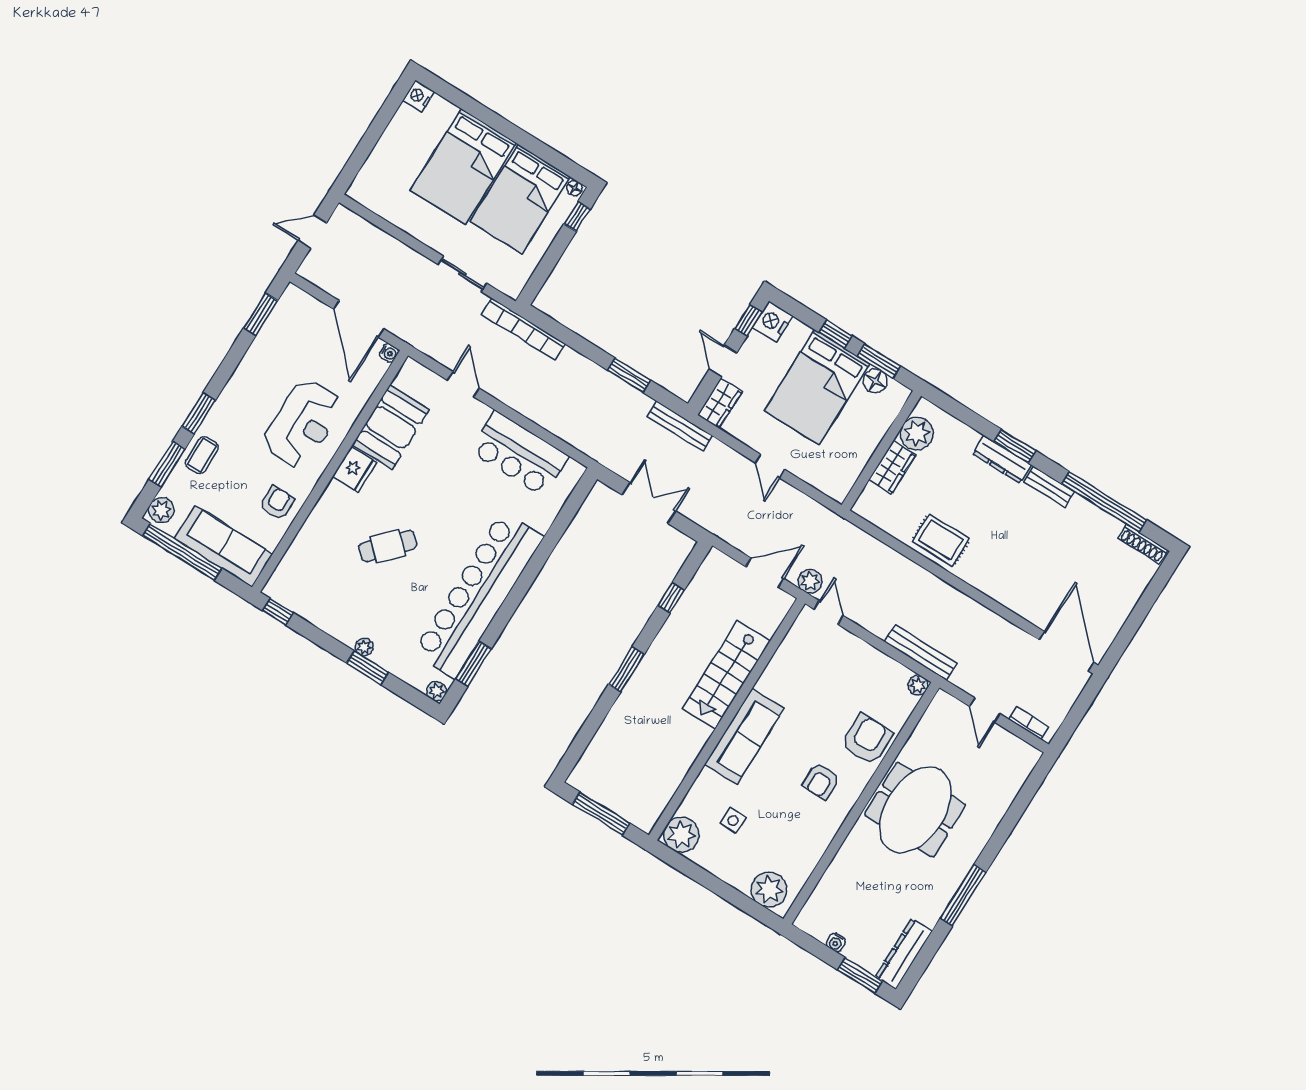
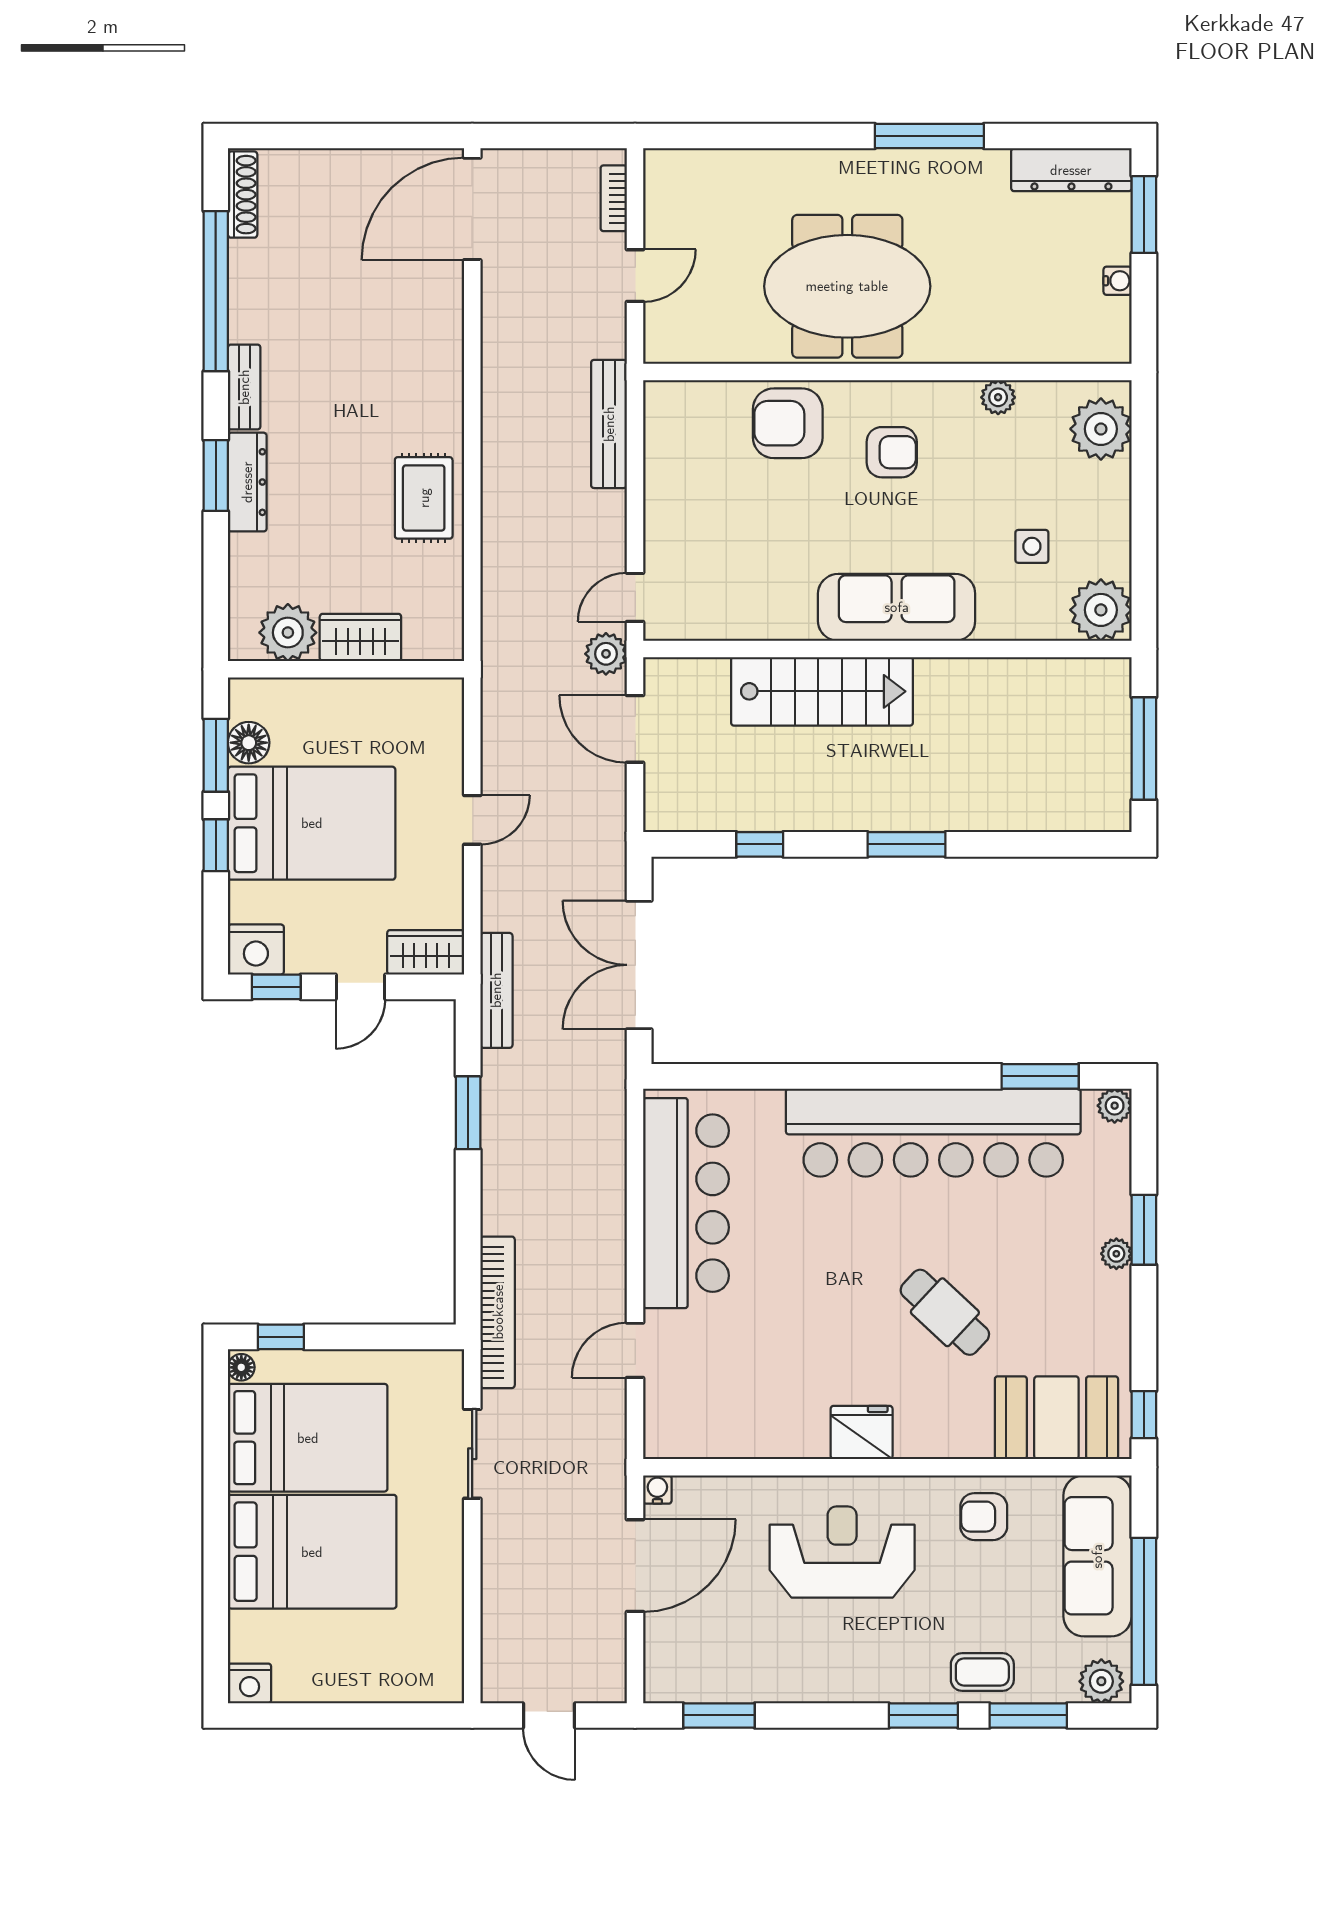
booth: (391, 427) -> (1056, 1418), moved
bar counter: (519, 454) -> (686, 1203), width x1.36
double door: (649, 503) -> (639, 965), width x1.37
plant: (918, 685) -> (998, 397), moved

